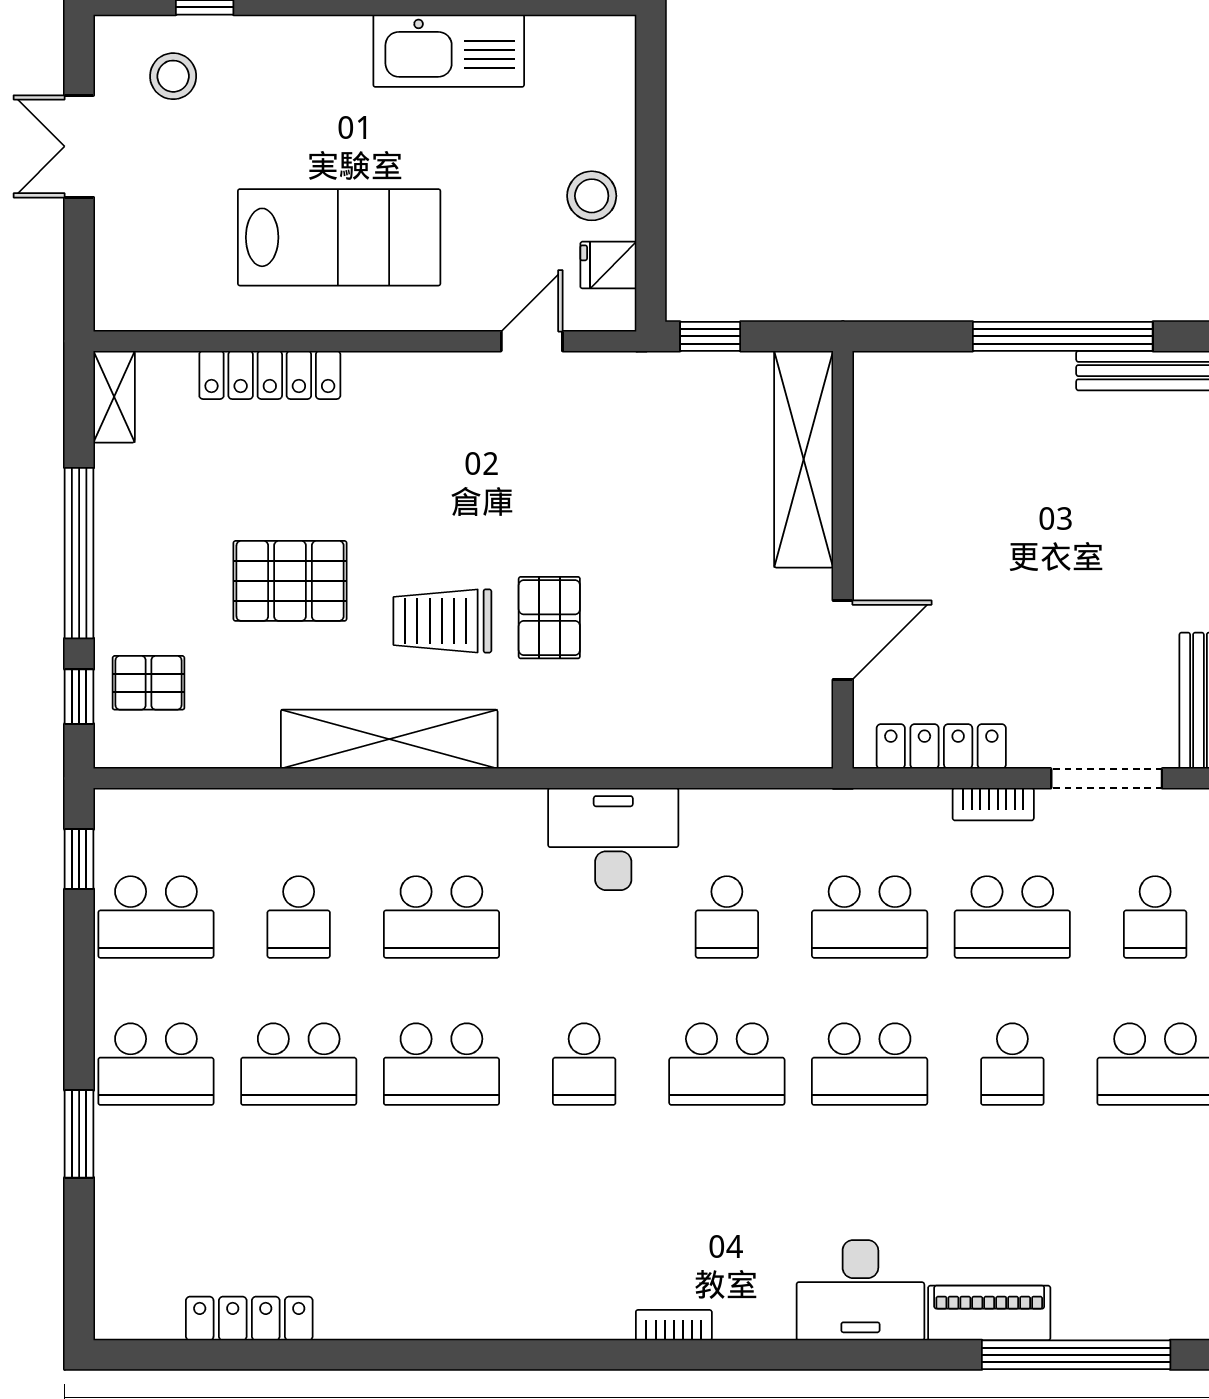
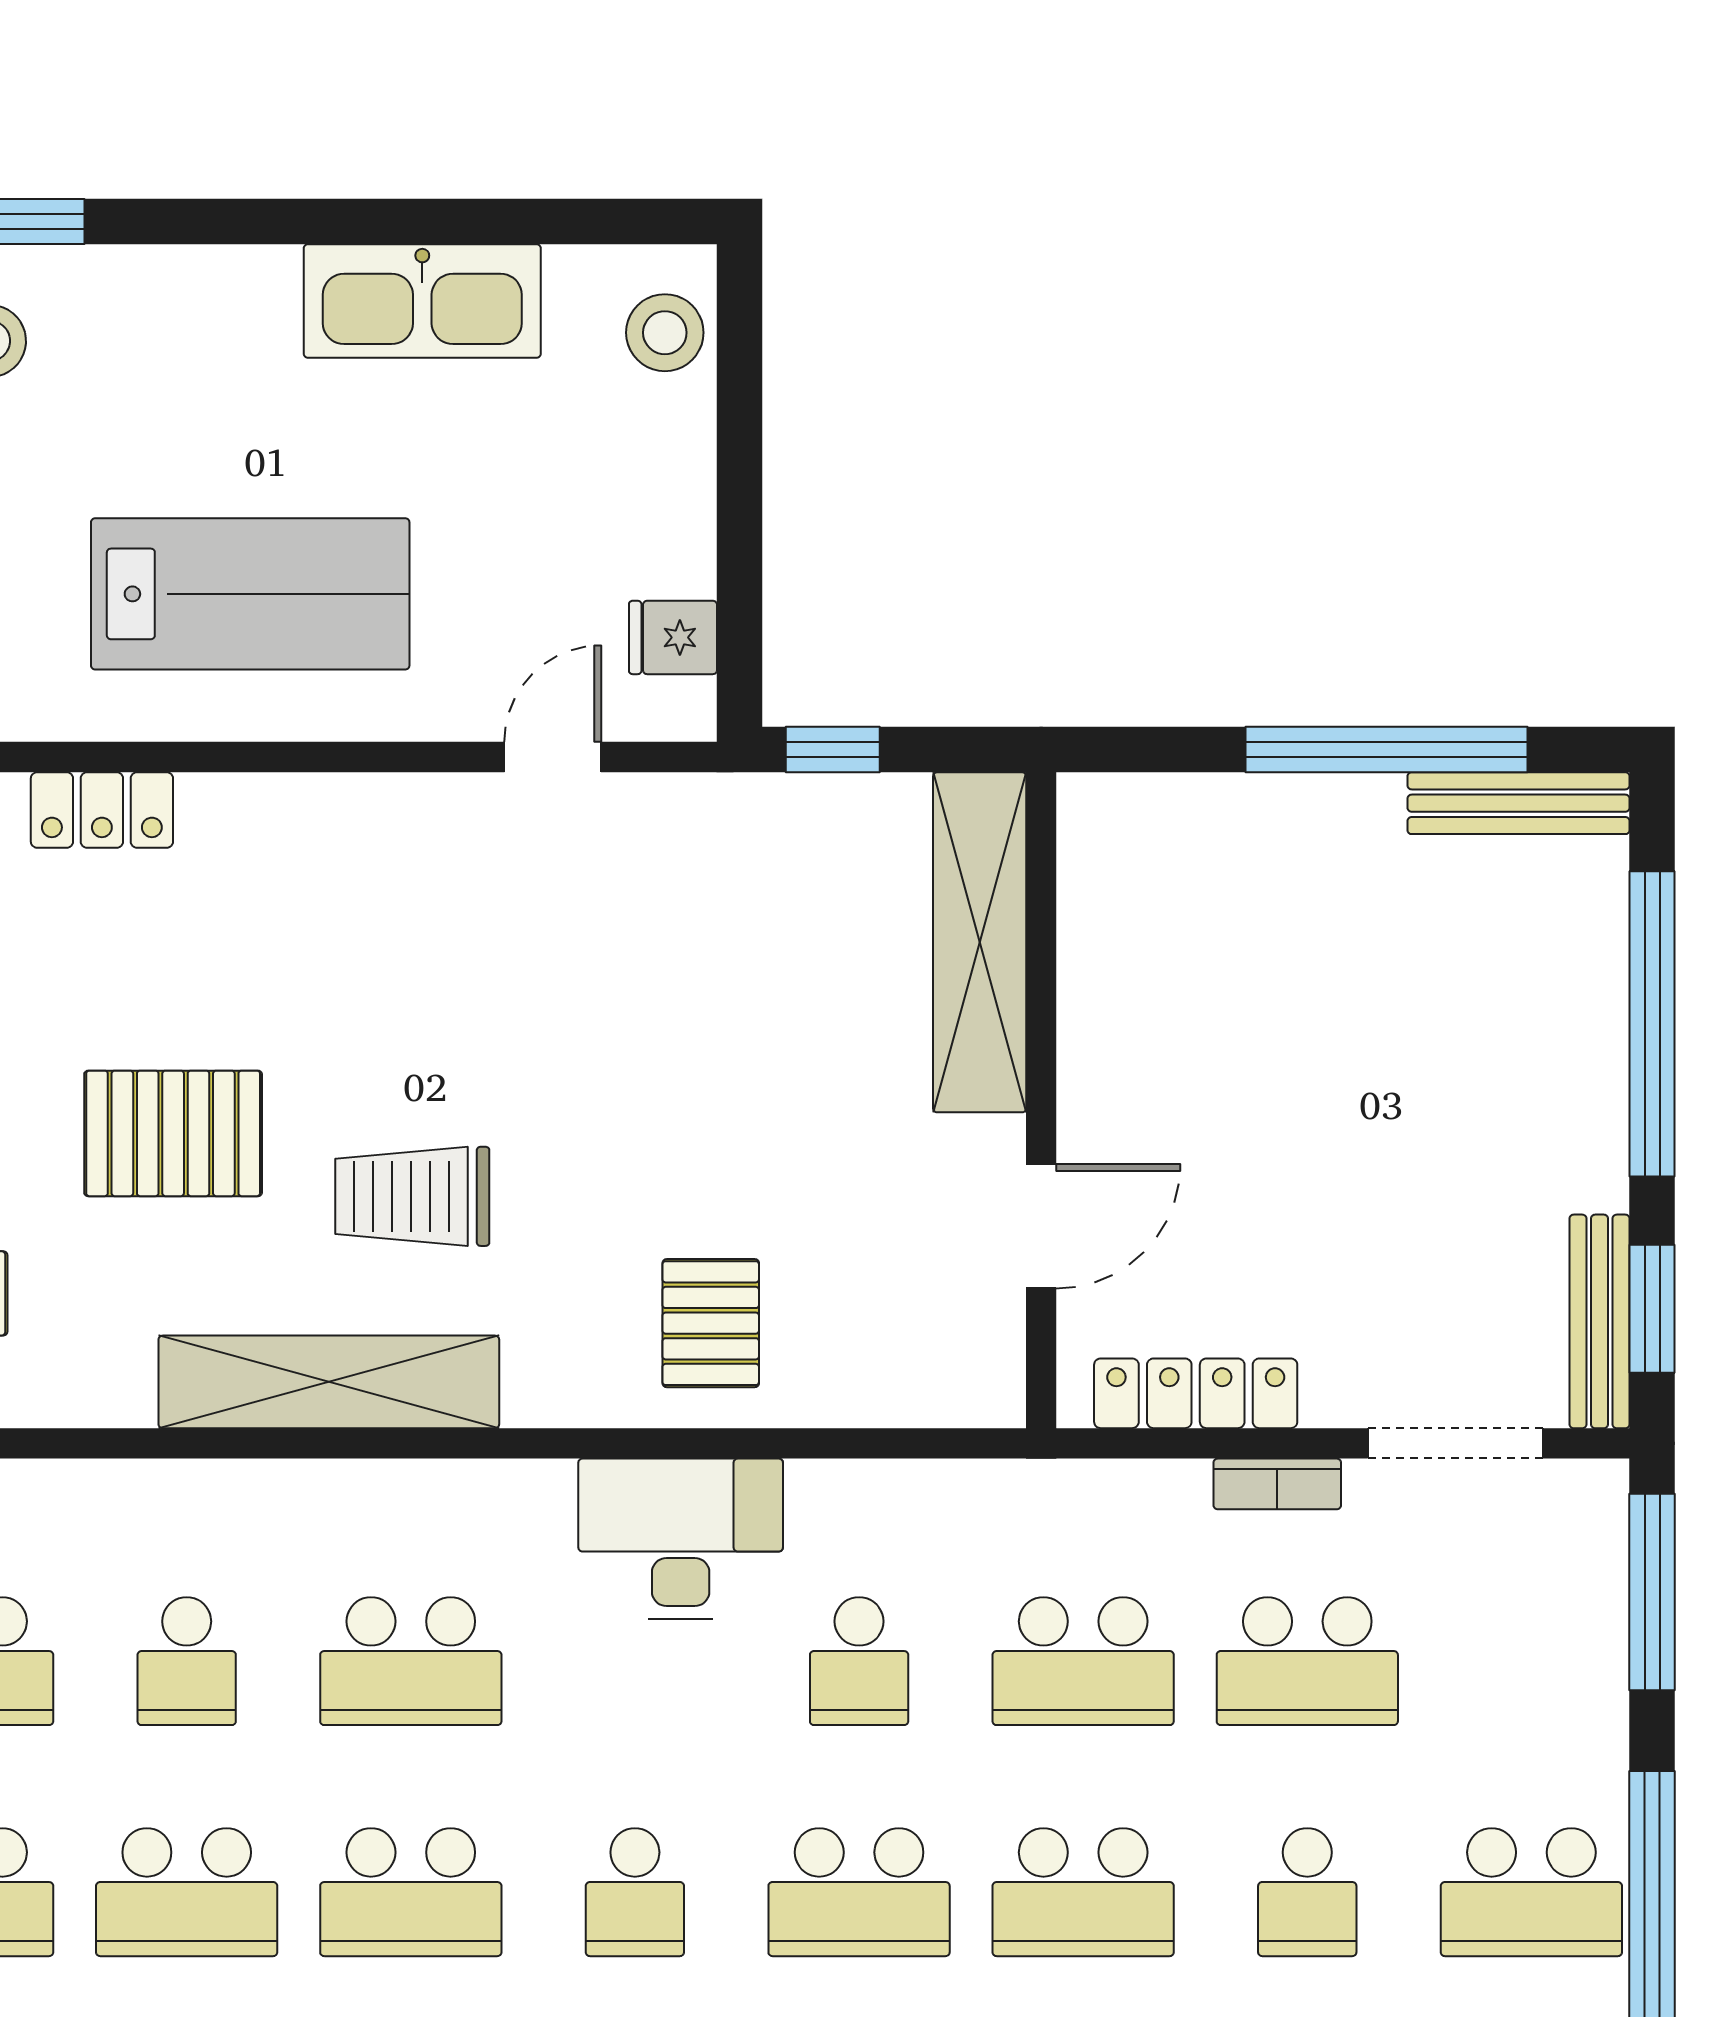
stool: (592, 196) -> (665, 333), moved
locker: (270, 375) -> (102, 810), width x0.66
pallet: (549, 618) -> (711, 1323), moved
school desk: (1155, 917) -> (1531, 1661), removed

